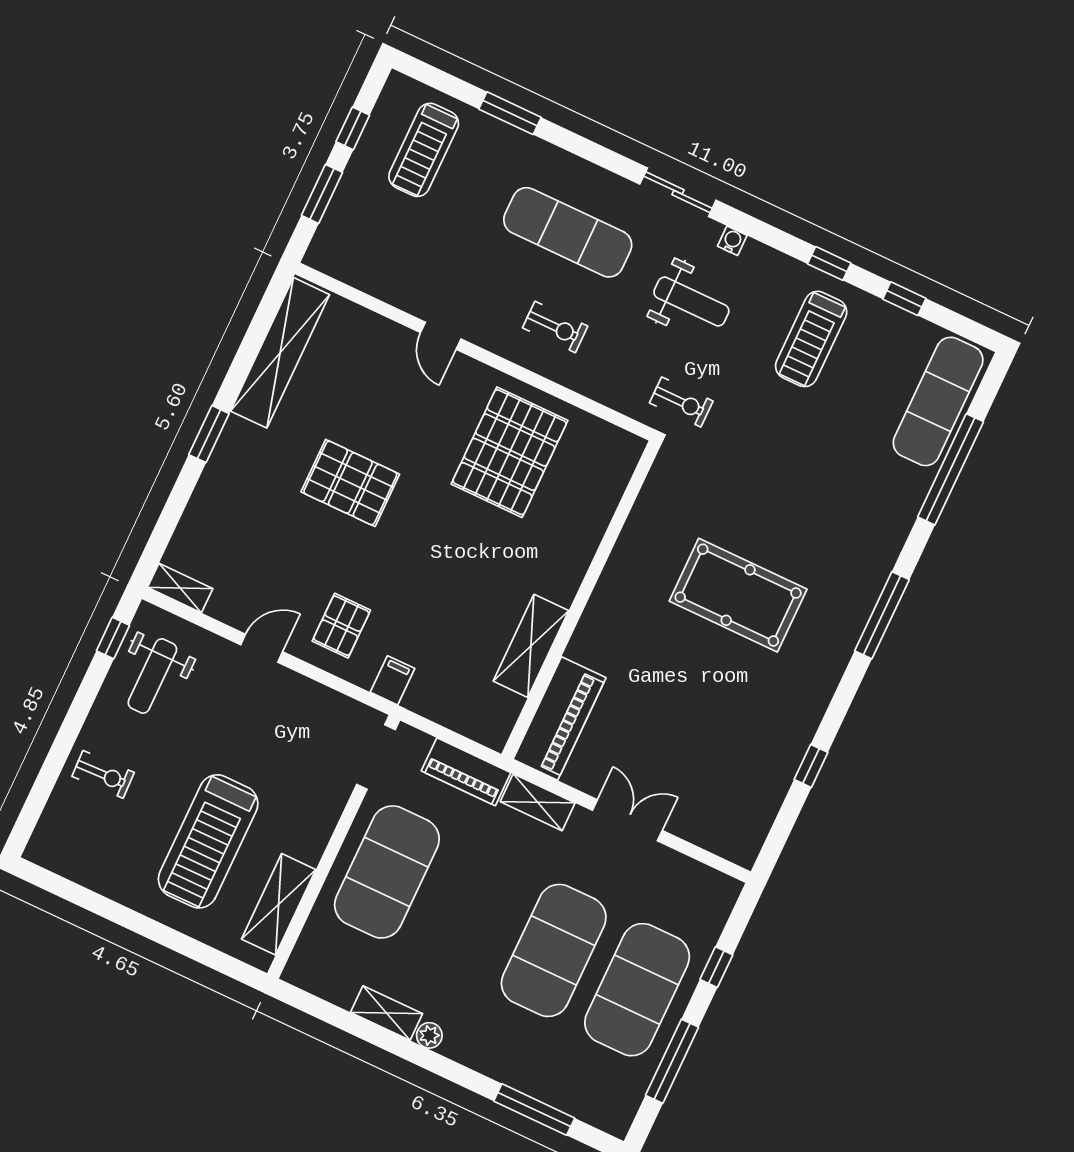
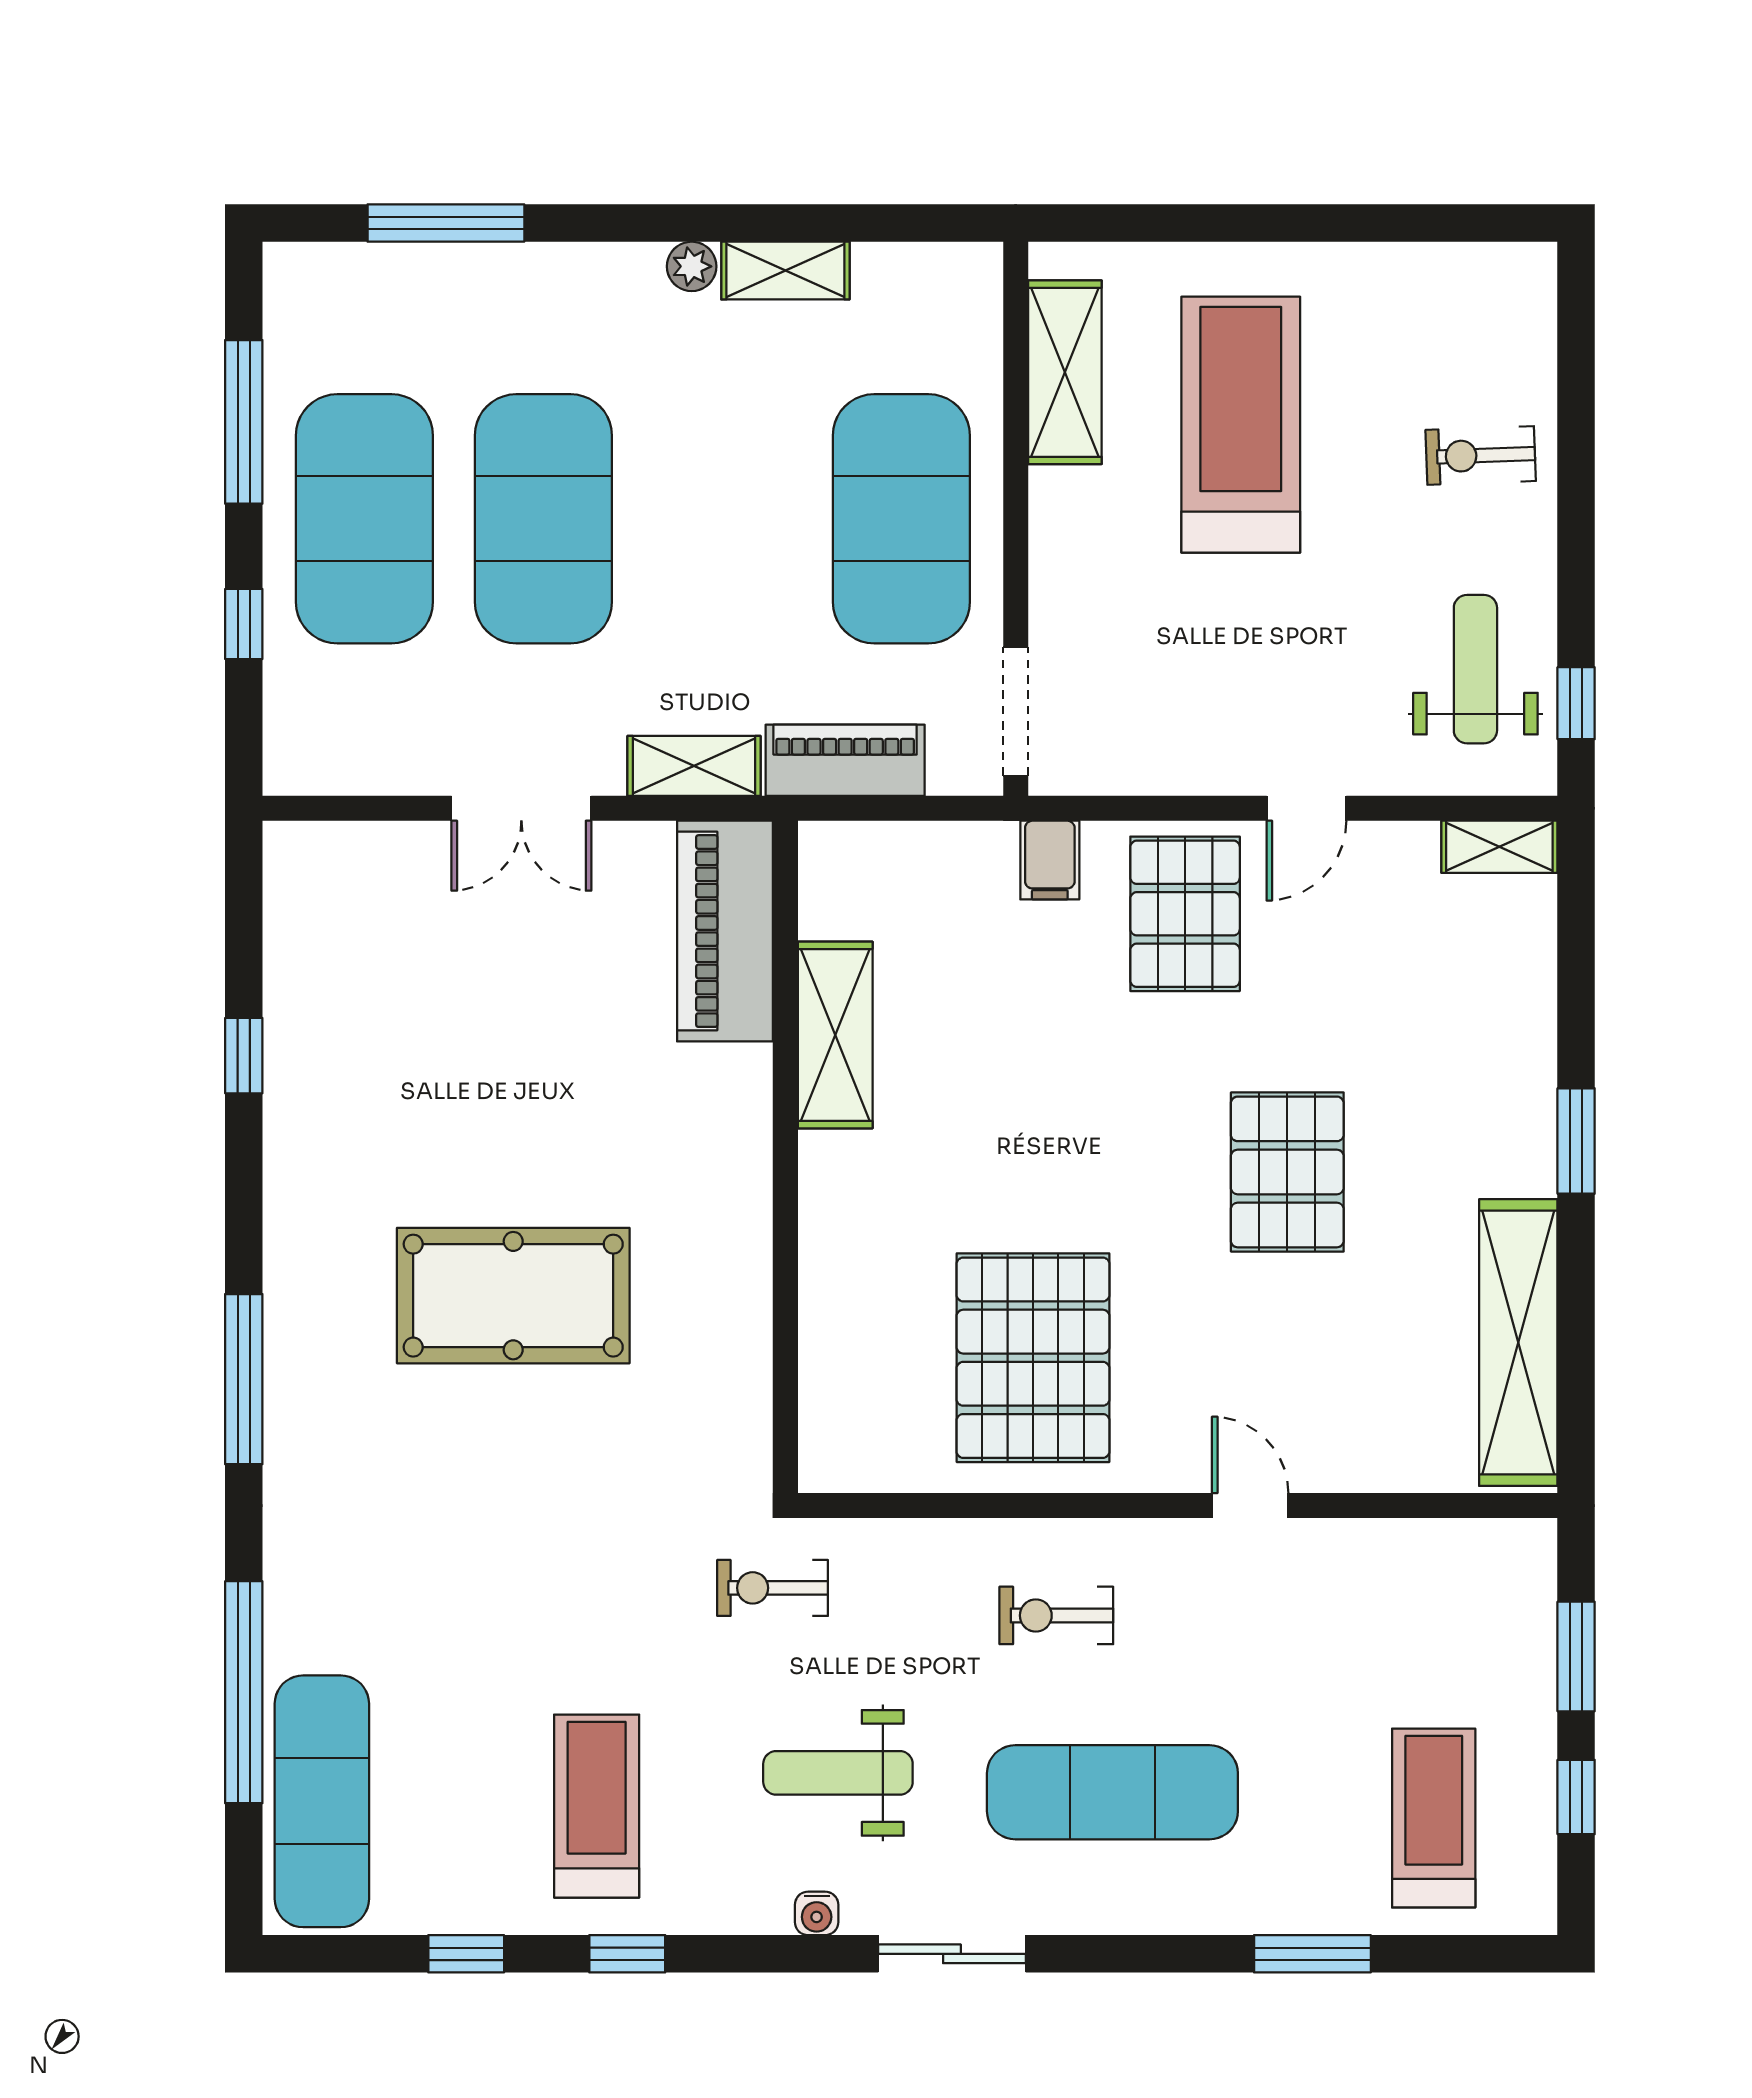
pallet: (350, 483) -> (1287, 1172), turned 90
pallet: (341, 626) -> (1185, 914), width x1.50, depth x1.42

